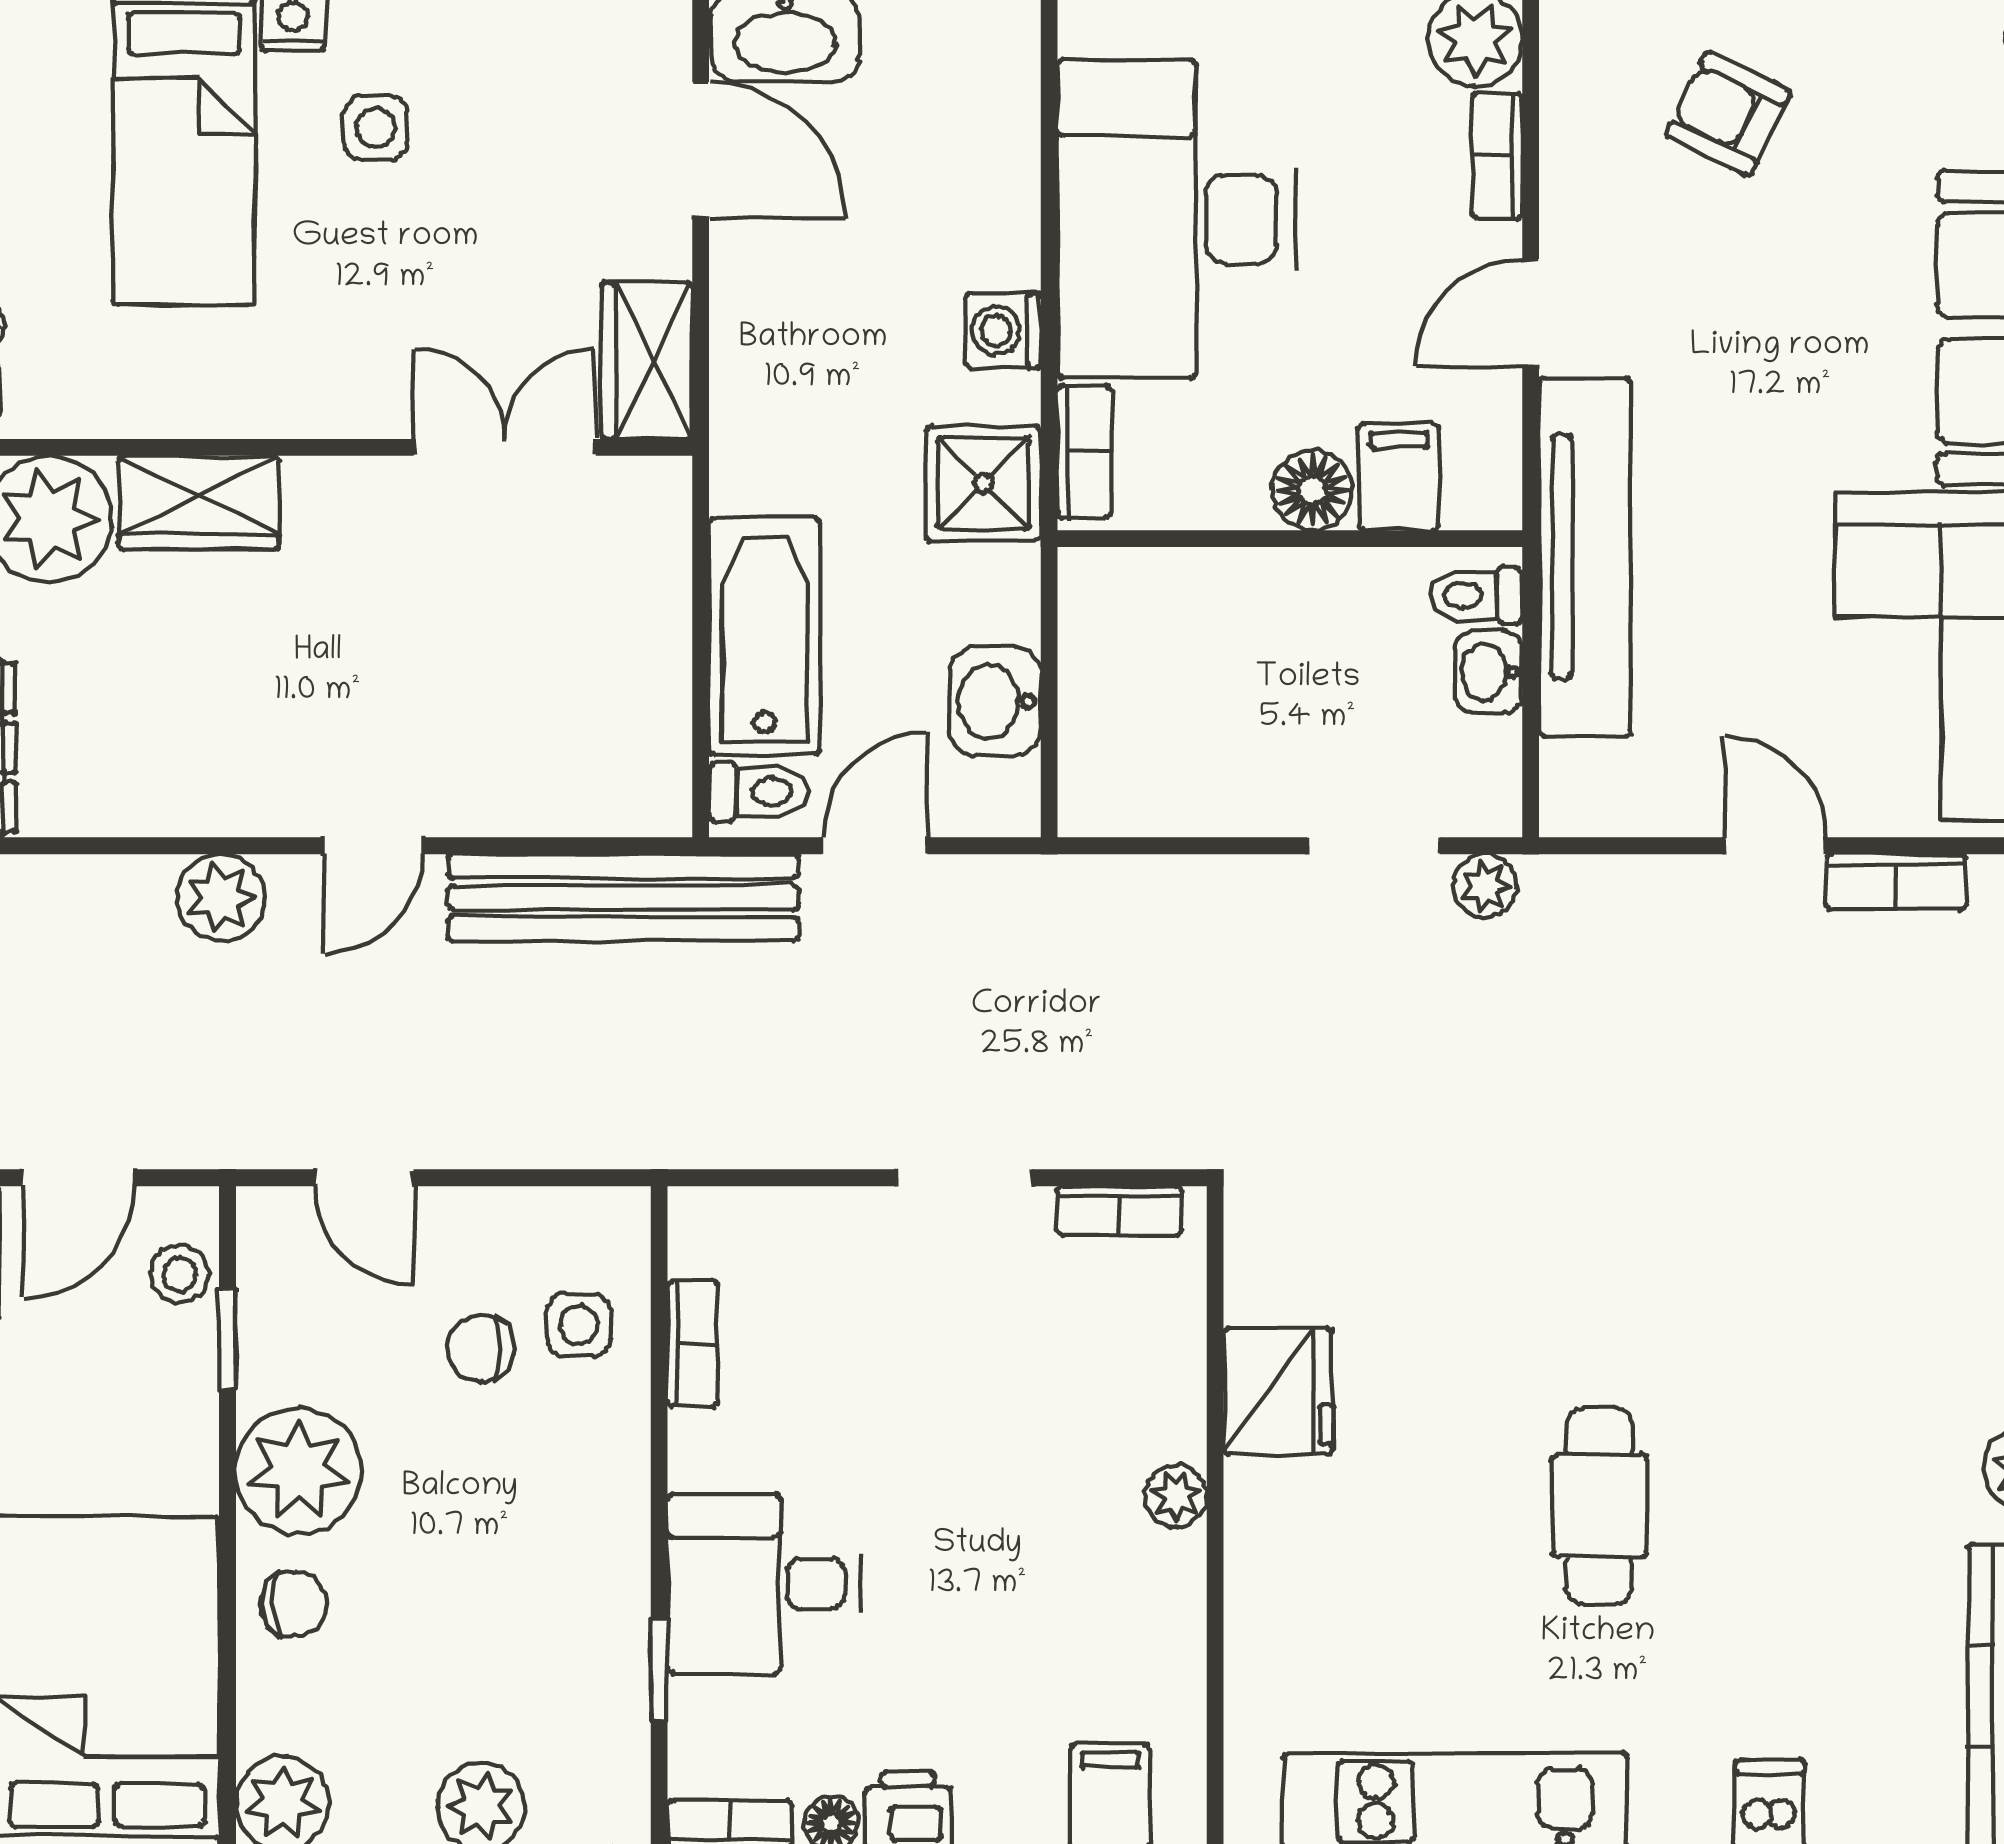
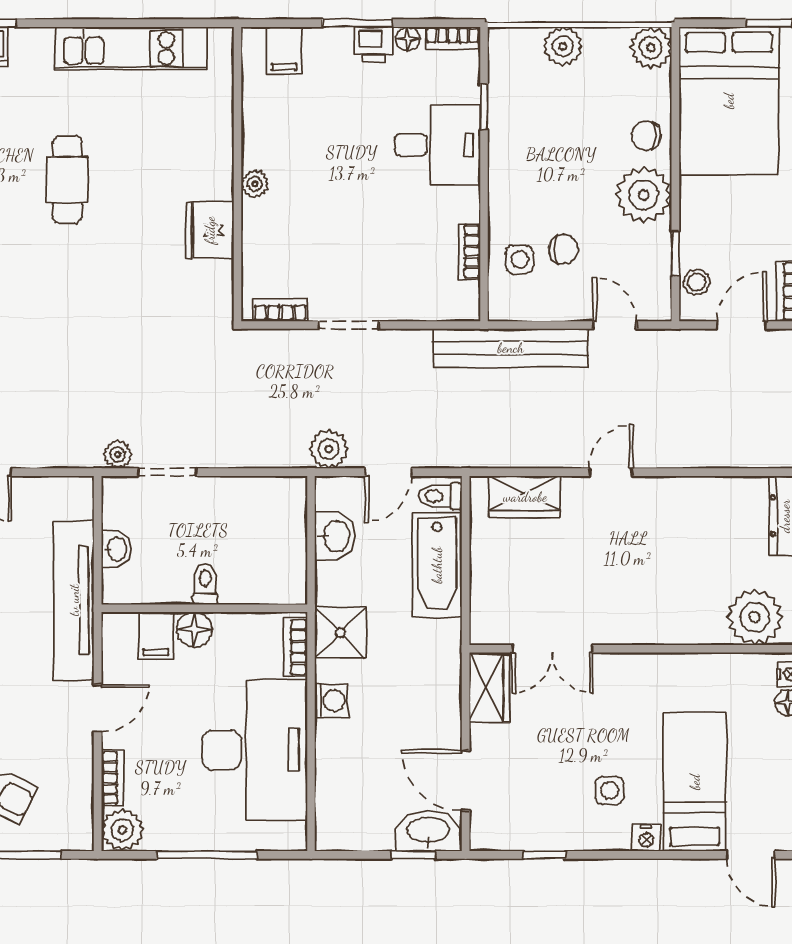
wardrobe: (199, 502) -> (525, 497), moved, turned 180
toilet: (1476, 595) -> (205, 584), moved, turned -90
plant: (221, 898) -> (329, 449), moved
bench: (623, 898) -> (511, 348), moved

